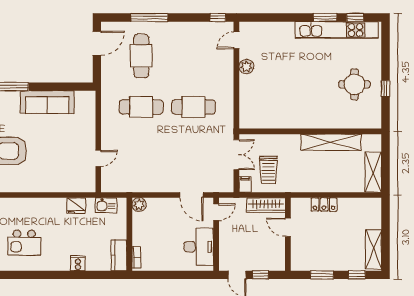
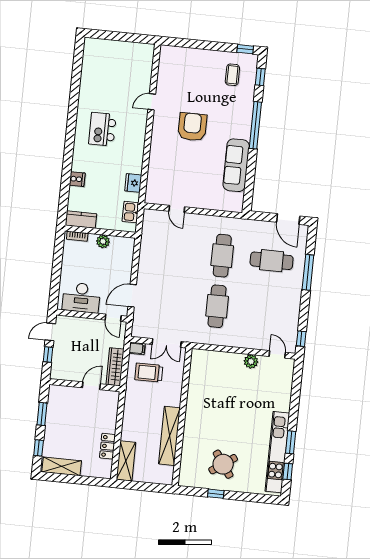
round table: (354, 84) -> (223, 464), turned -35
shelving: (373, 172) -> (126, 461), moved, turned 90
plant: (139, 205) -> (103, 241), moved
locker: (324, 205) -> (107, 446), moved

